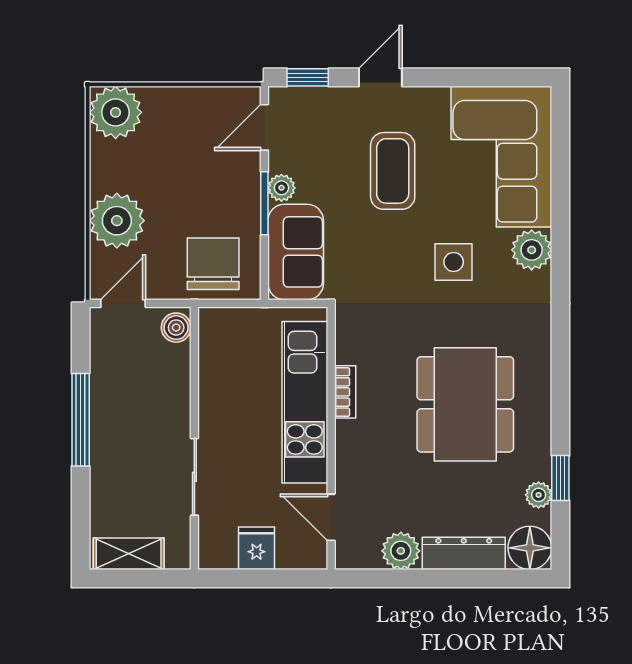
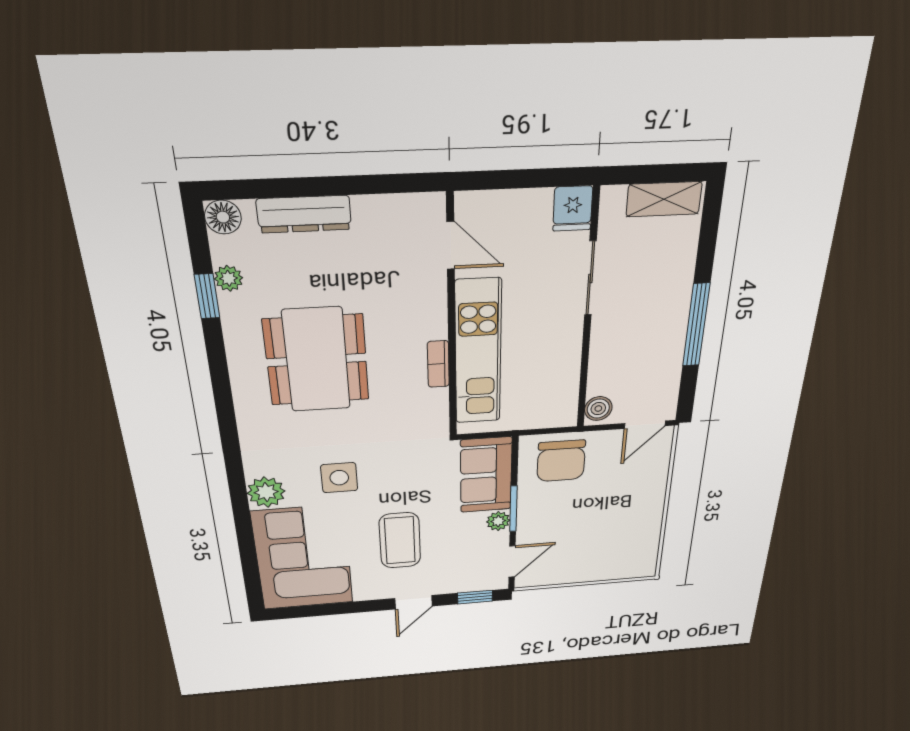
plant: (116, 112) -> (636, 561), removed
plant: (117, 221) -> (643, 487), removed
fridge: (257, 548) -> (573, 209), moved
floor lamp: (530, 548) -> (223, 217), width x0.73, depth x0.73
plant: (401, 551) -> (374, 214), removed

